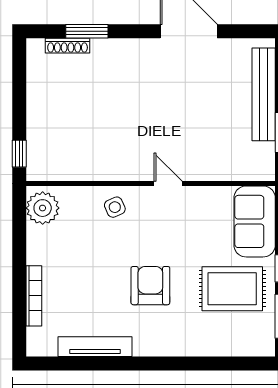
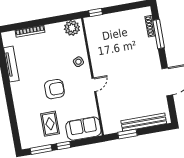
window: (87, 31) -> (159, 34), width x1.44
armchair: (150, 286) -> (54, 89), moved
rug: (232, 289) -> (50, 124), width x0.73, depth x0.70

